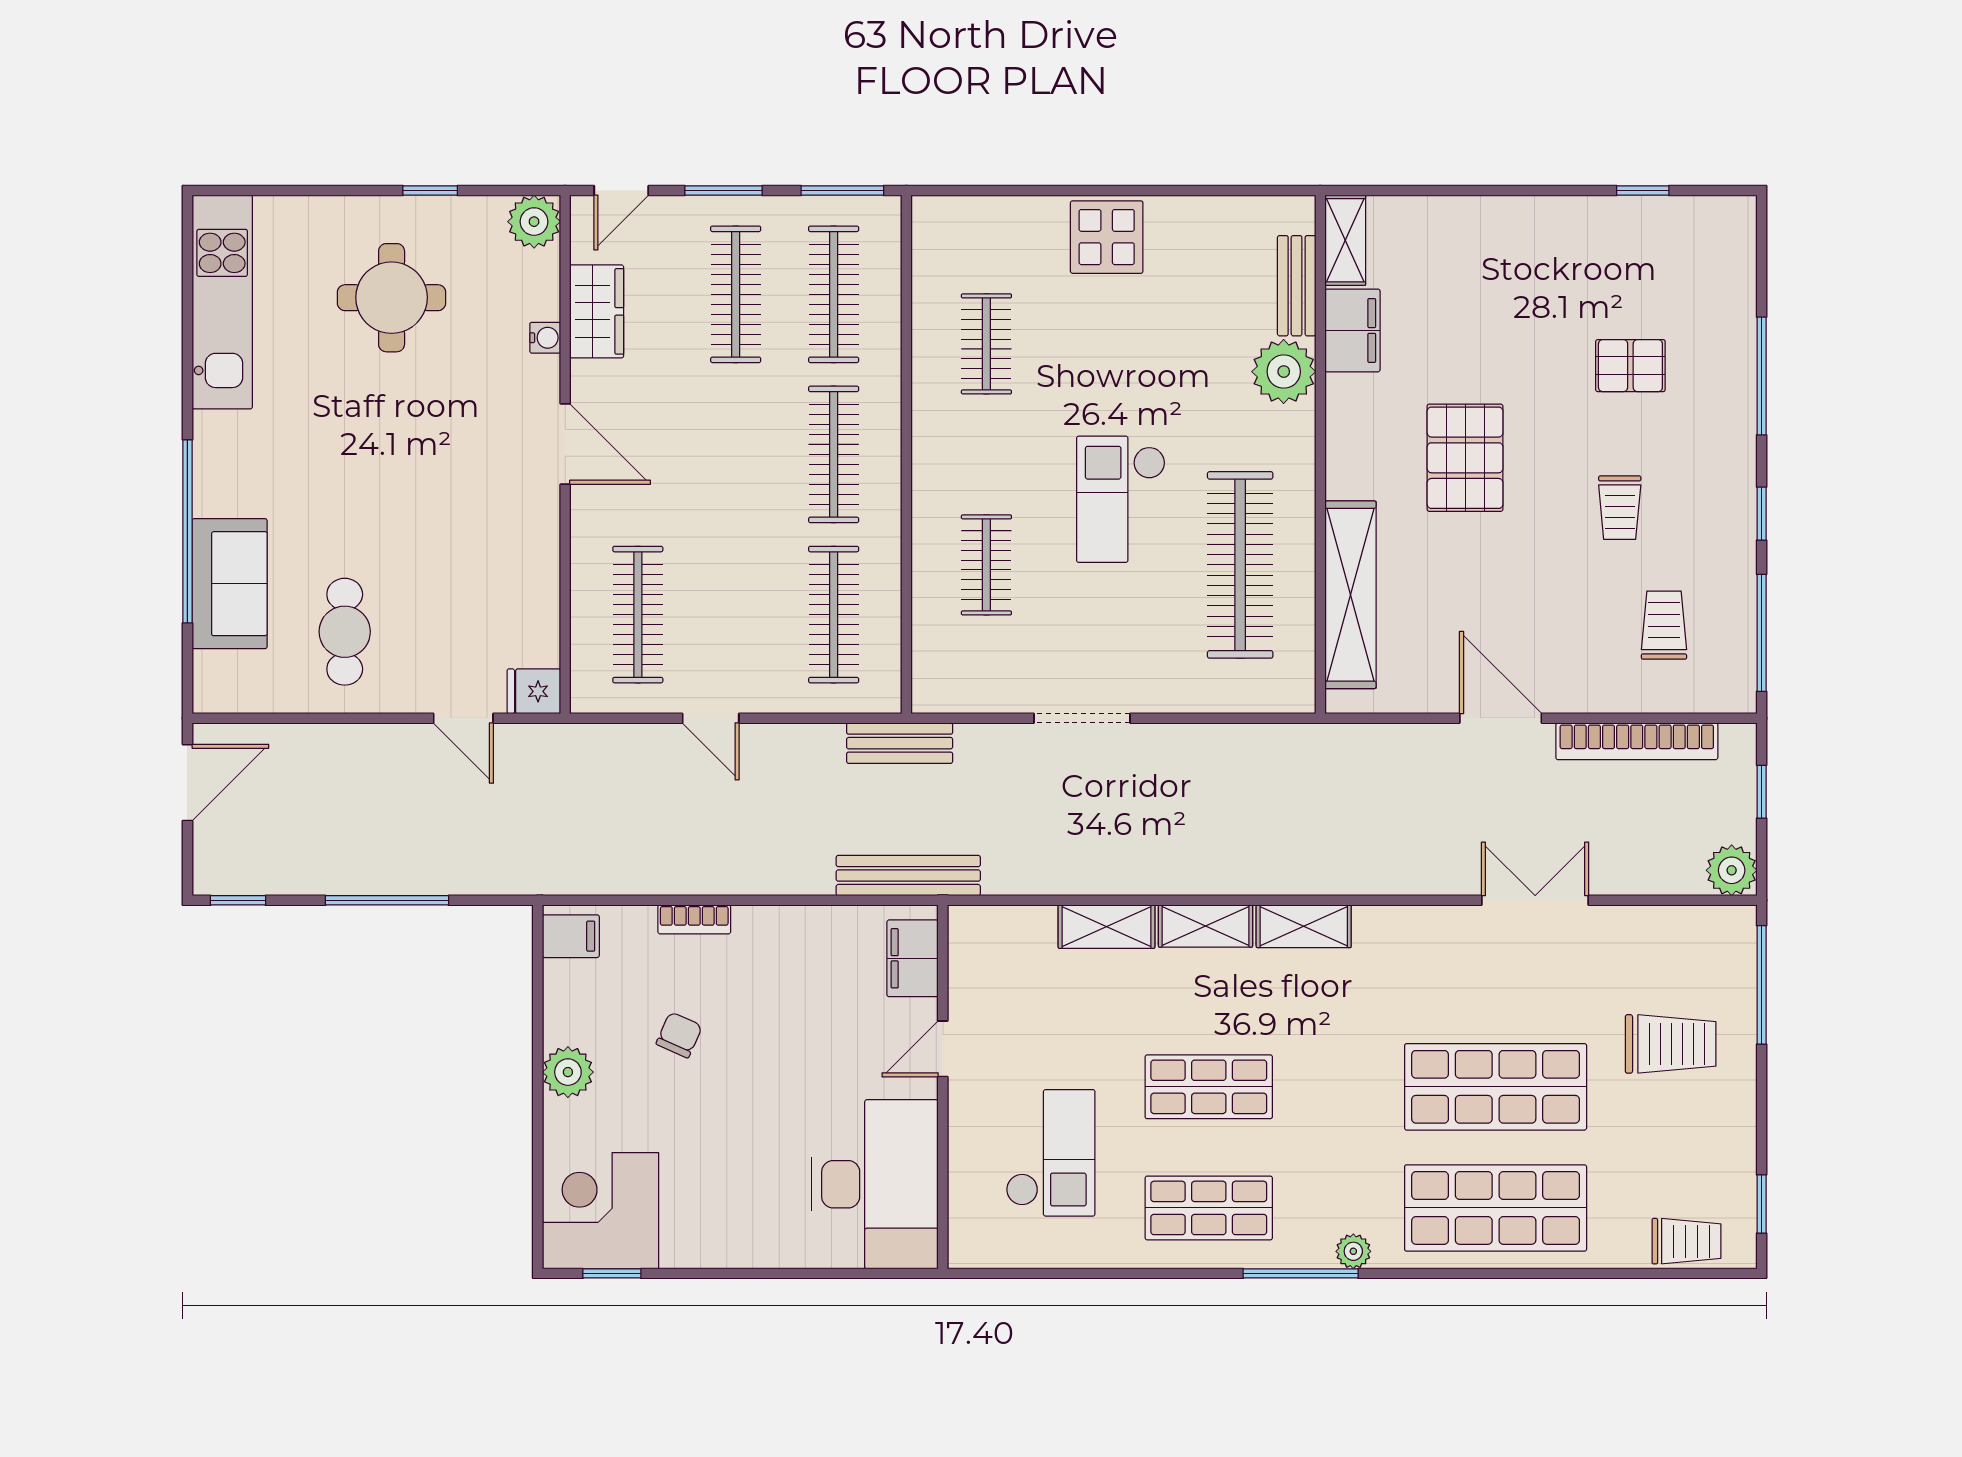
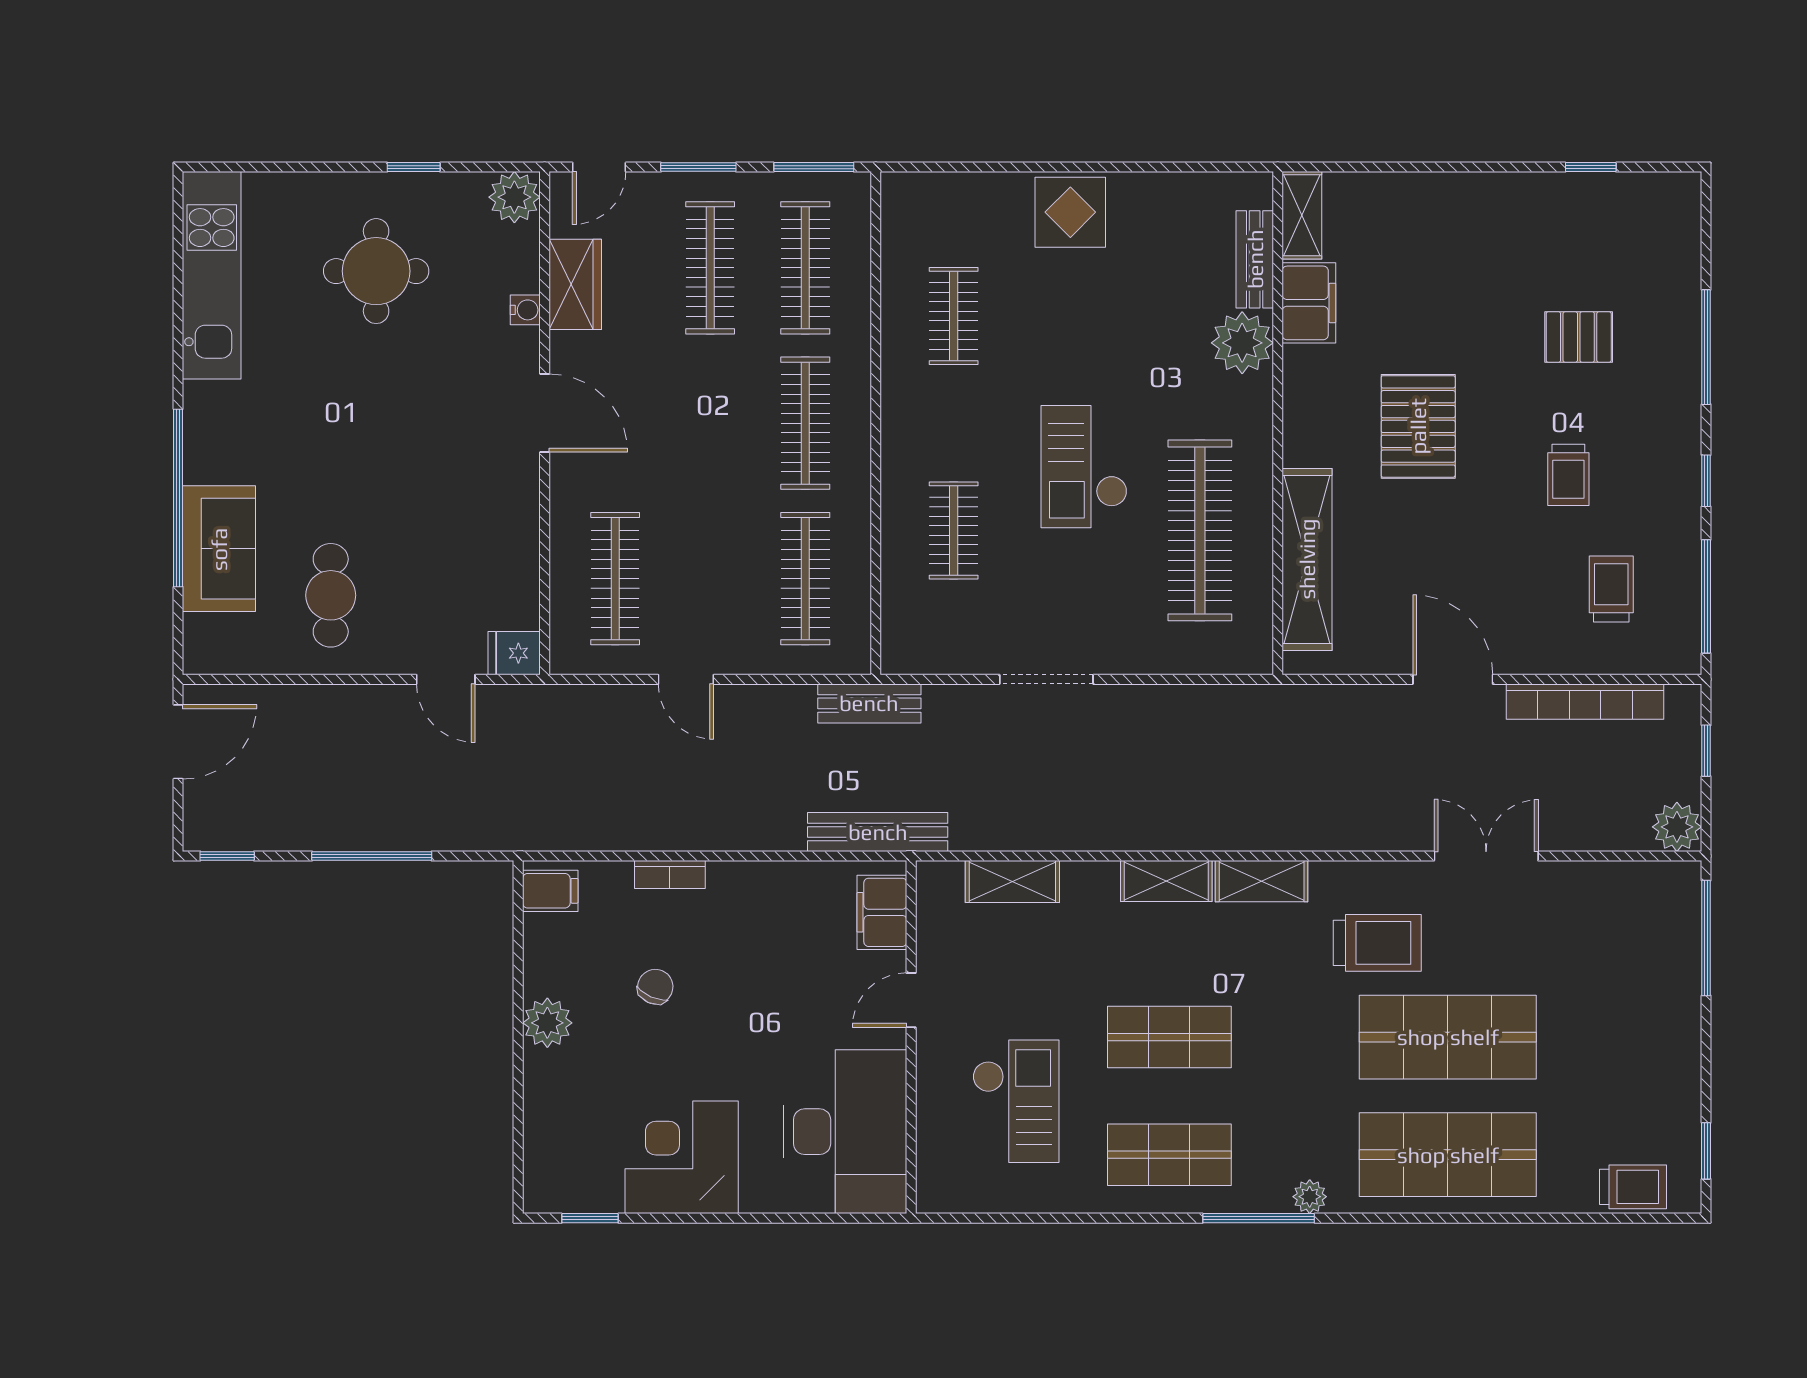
shelving: (1107, 927) -> (1012, 882), moved
trolley: (1671, 1044) -> (1377, 943), moved
corner desk: (600, 1211) -> (682, 1157), moved

